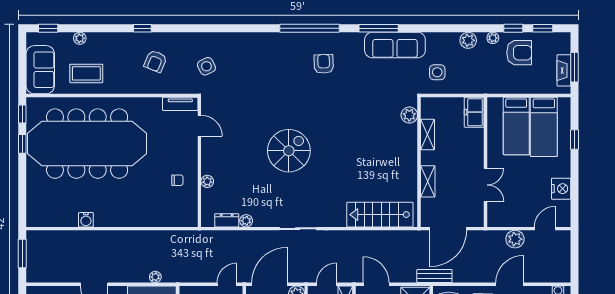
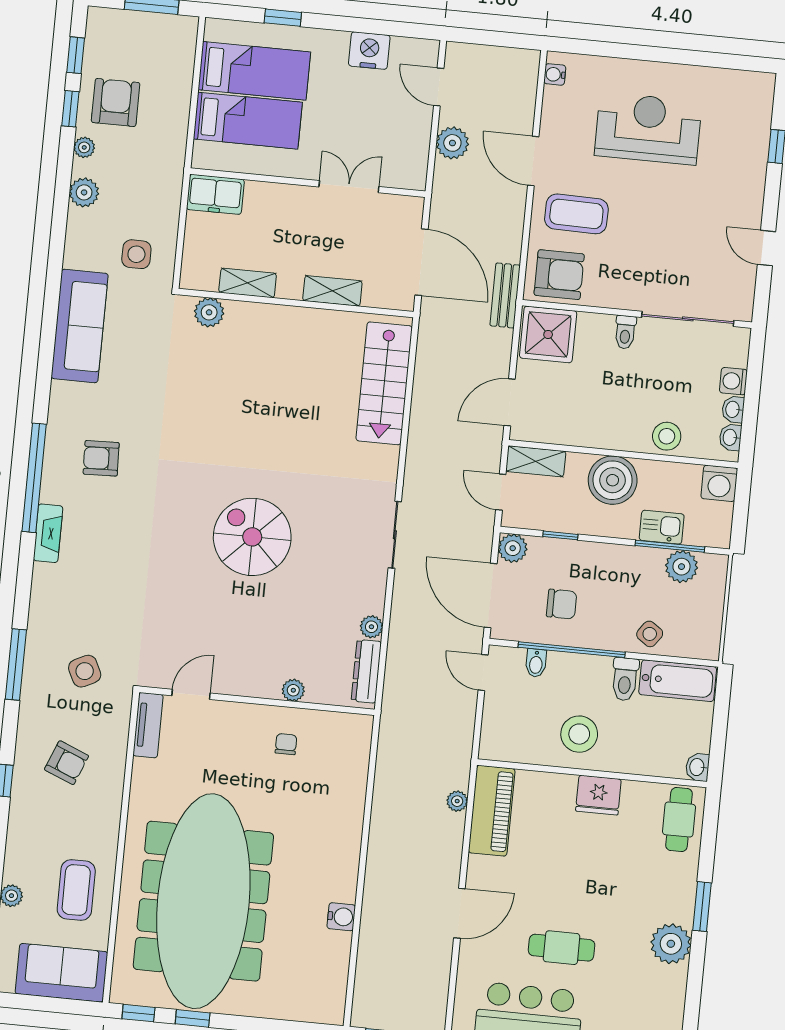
window: (379, 28) -> (16, 664), moved
fireplace: (564, 70) -> (48, 533), moved, turned -90
dresser: (227, 220) -> (366, 671), width x1.44

